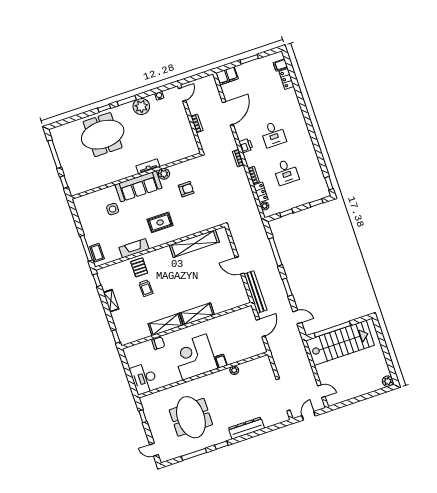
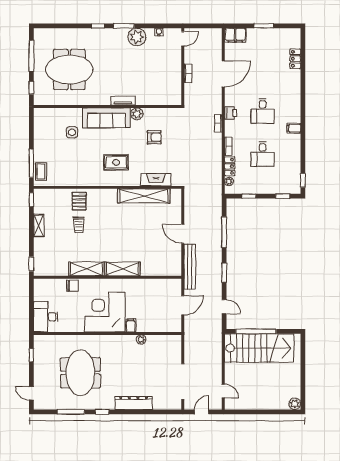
filing cabinet: (280, 65) -> (294, 128), moved
meeting table: (103, 135) -> (69, 69), moved
fireplace: (134, 248) -> (156, 180), moved

